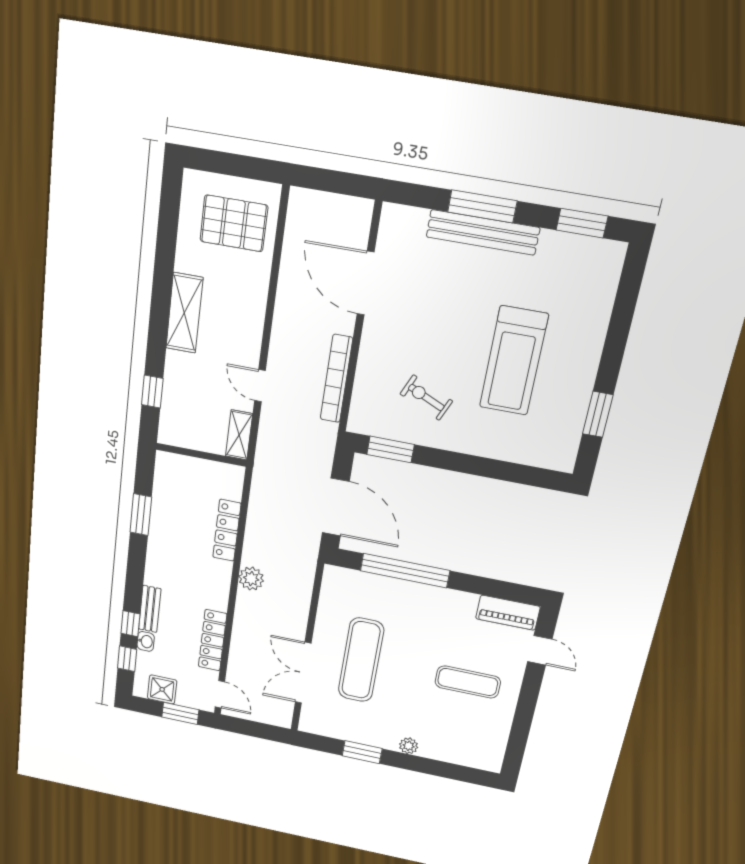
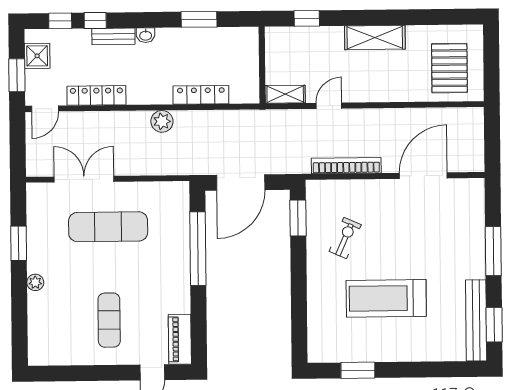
bench: (483, 232) -> (476, 320), moved
washbasin: (146, 641) -> (146, 35), moved

